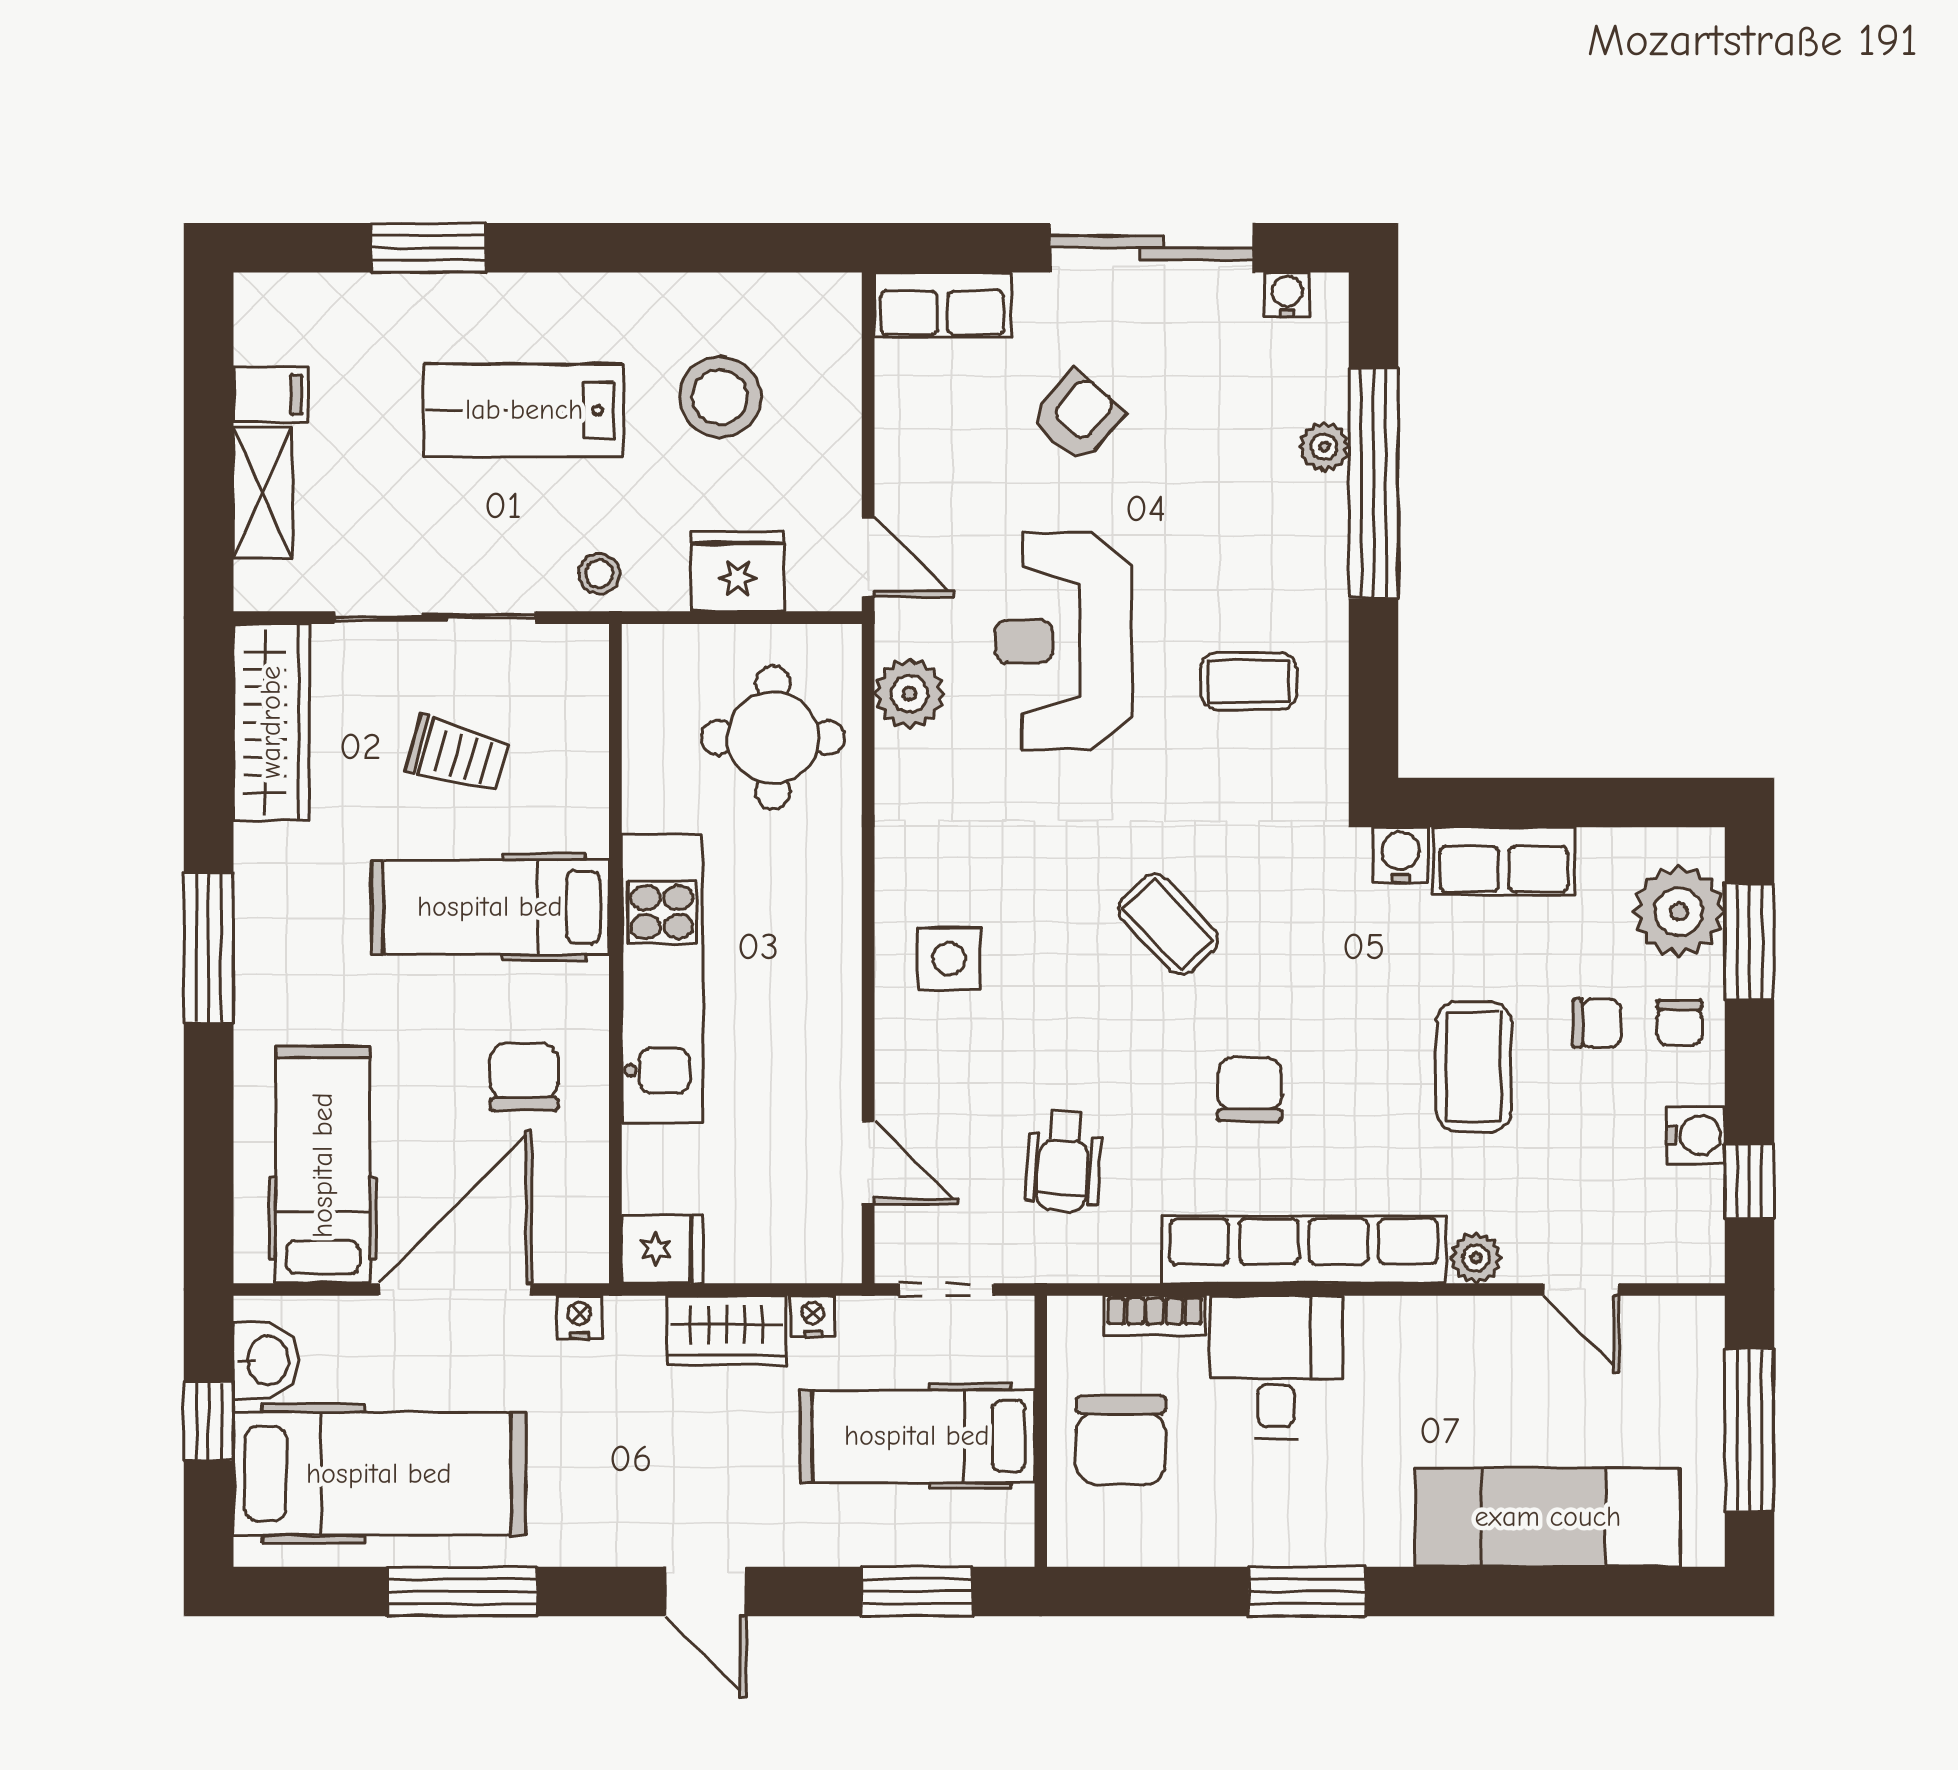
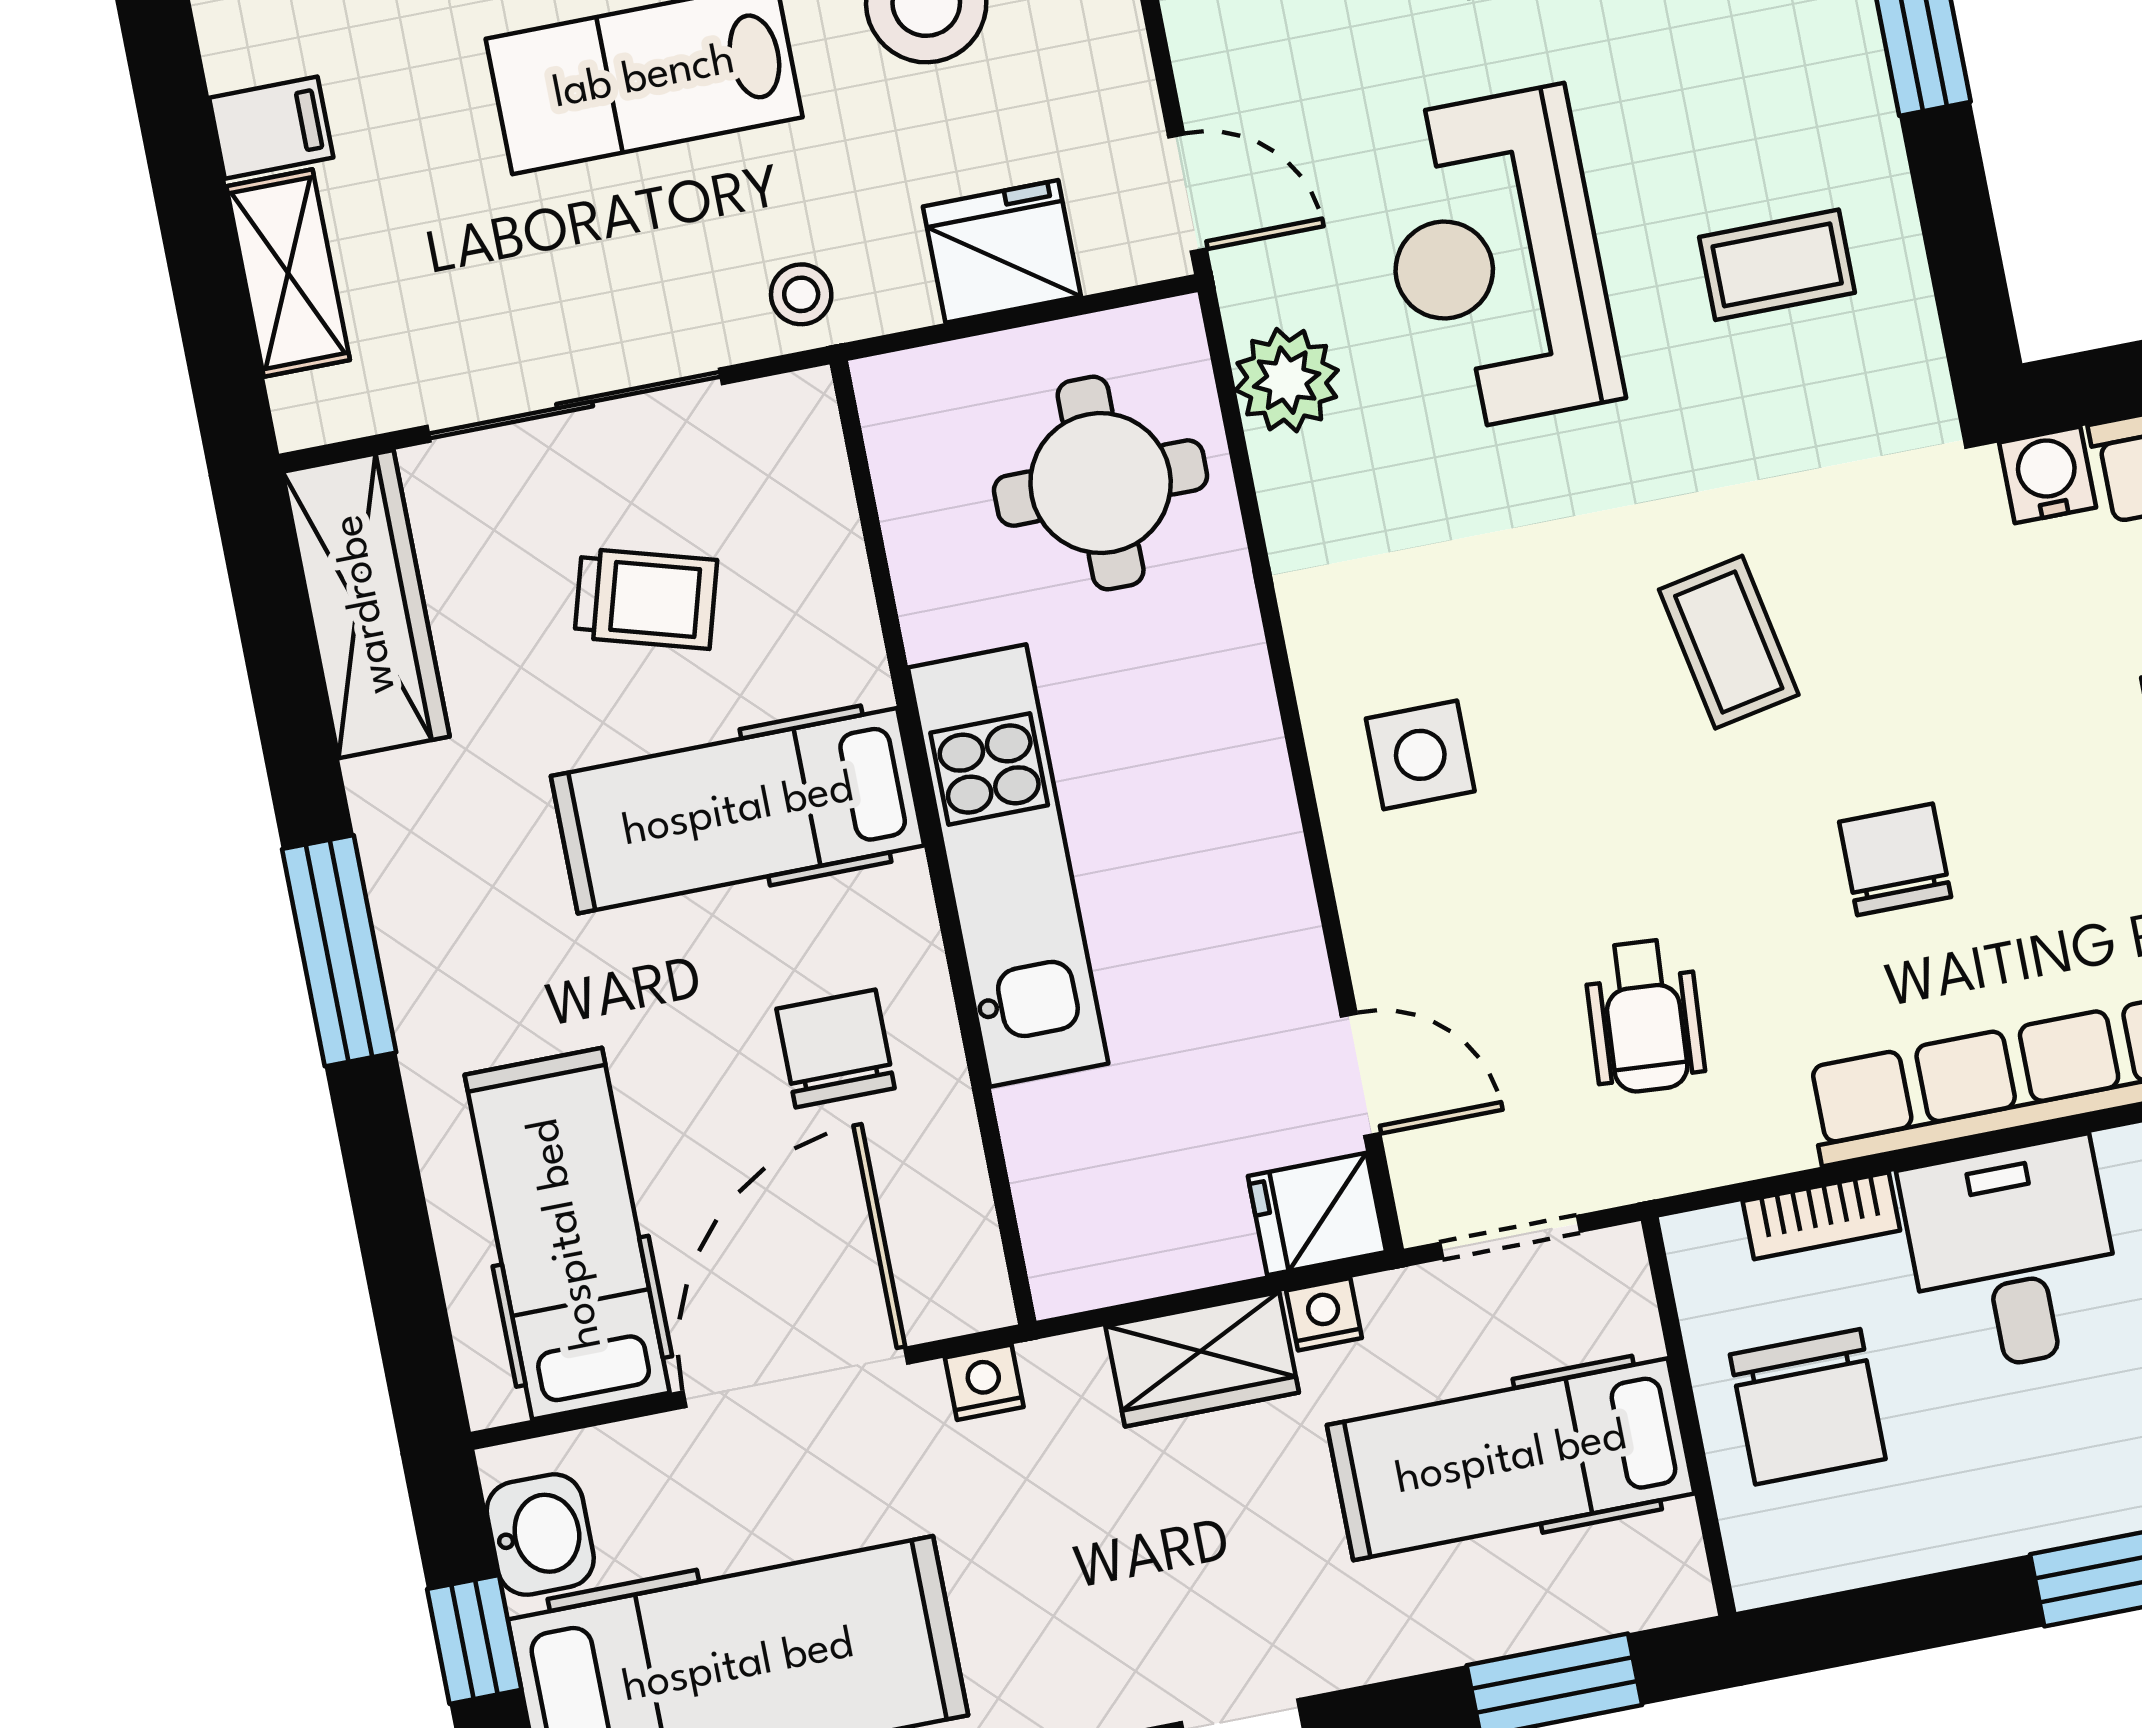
coffee table: (1168, 924) -> (1729, 642), turned 33
fridge: (662, 1249) -> (1317, 1214), moved, turned 180

